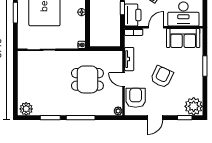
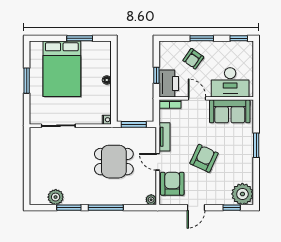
door: (156, 27) -> (197, 98), hinge flipped
window: (104, 49) -> (134, 124), added
plant: (26, 109) -> (56, 197), moved

